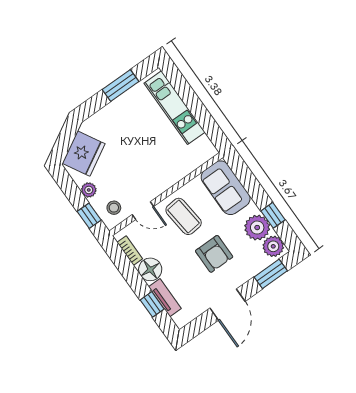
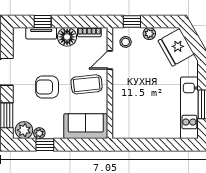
kitchen unit: (175, 108) -> (189, 108), moved, turned -90
plant: (257, 228) -> (39, 133), width x0.53, depth x0.53

